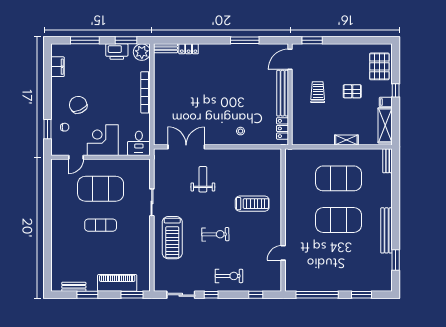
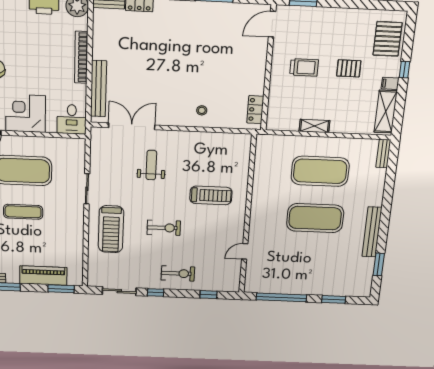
trolley: (318, 92) -> (304, 67), turned 90
bench: (283, 93) -> (99, 89), moved
shelving: (346, 140) -> (314, 126), moved

